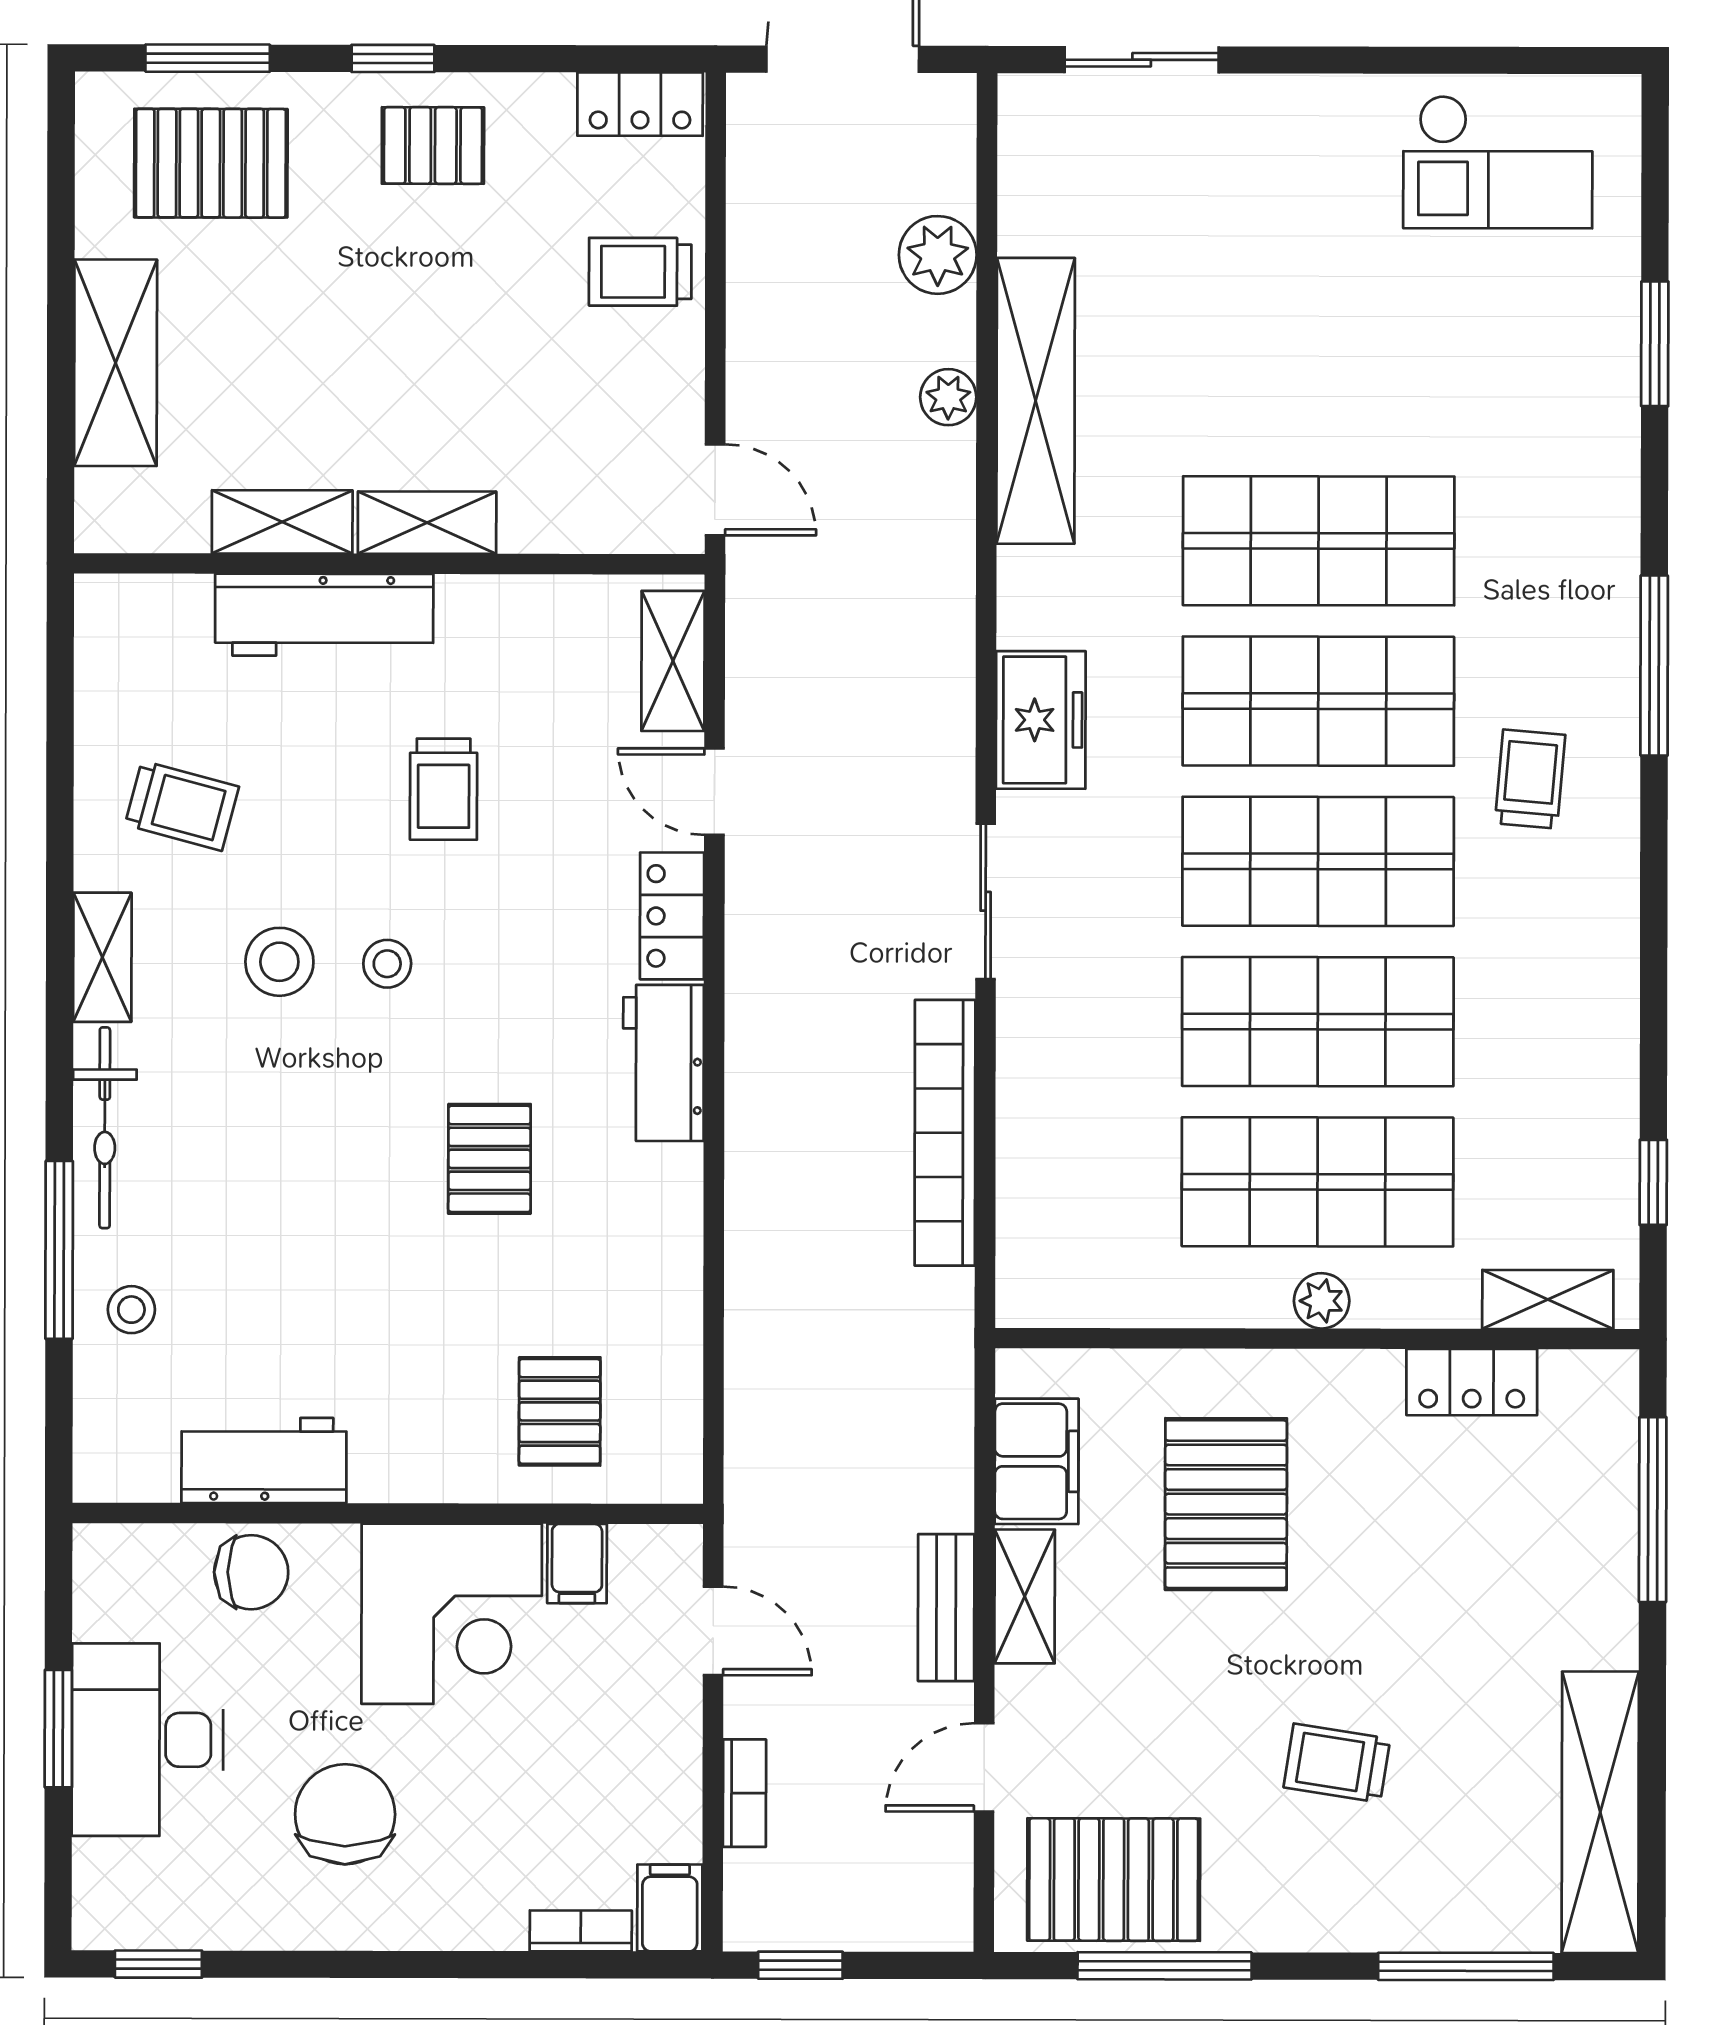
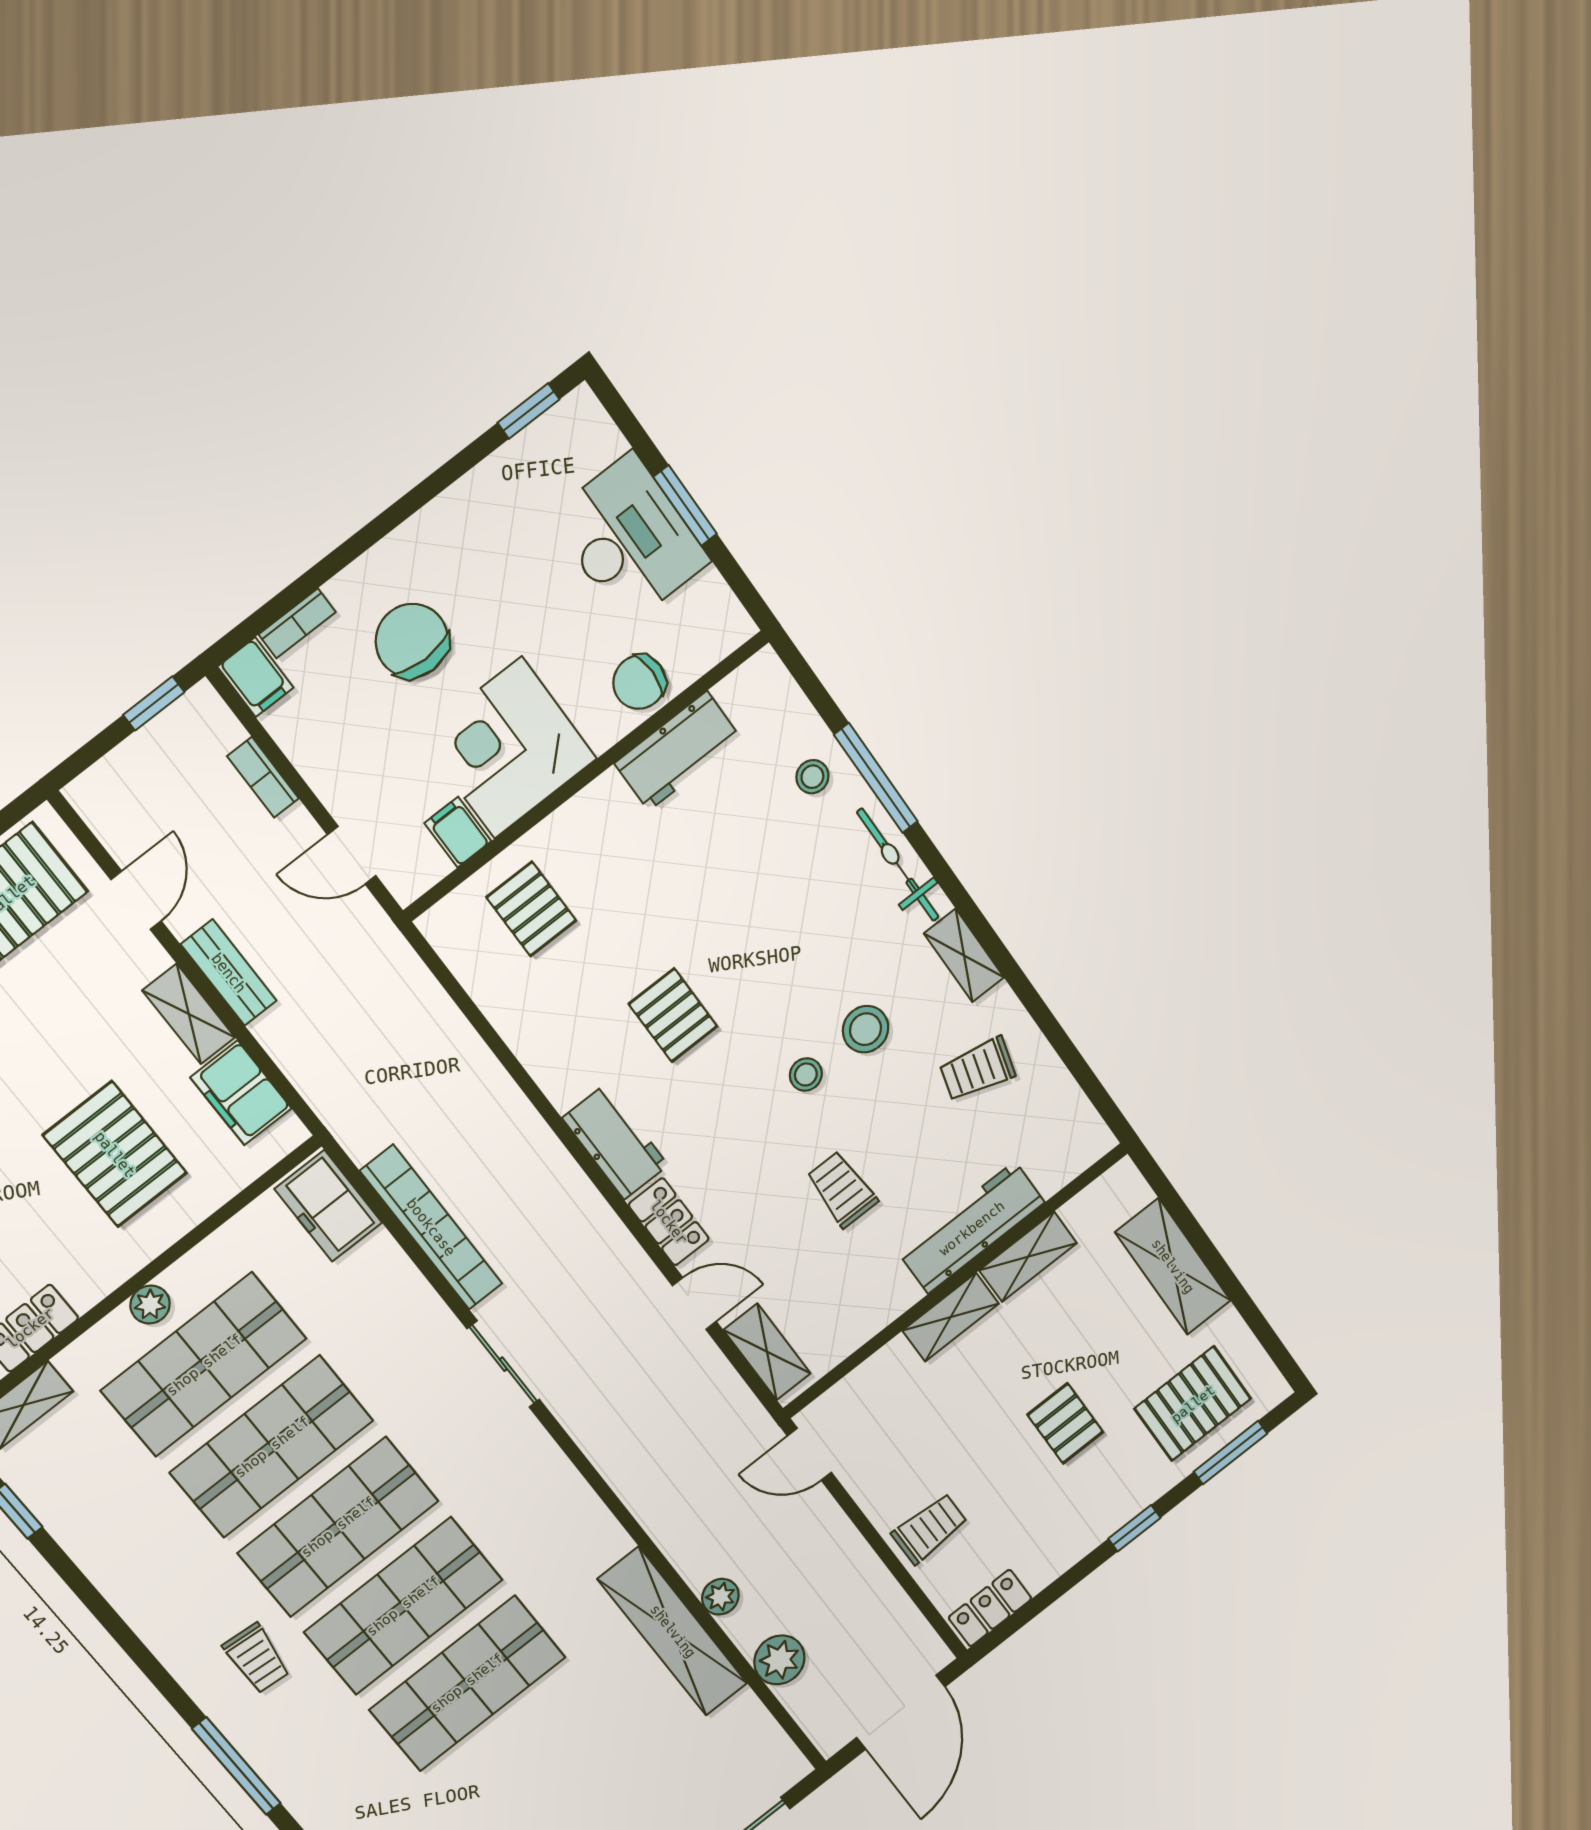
pallet: (433, 145) -> (1065, 1423), moved, turned 90
freezer: (1041, 720) -> (328, 1206), moved
chair: (345, 1814) -> (412, 641), moved, turned 180

